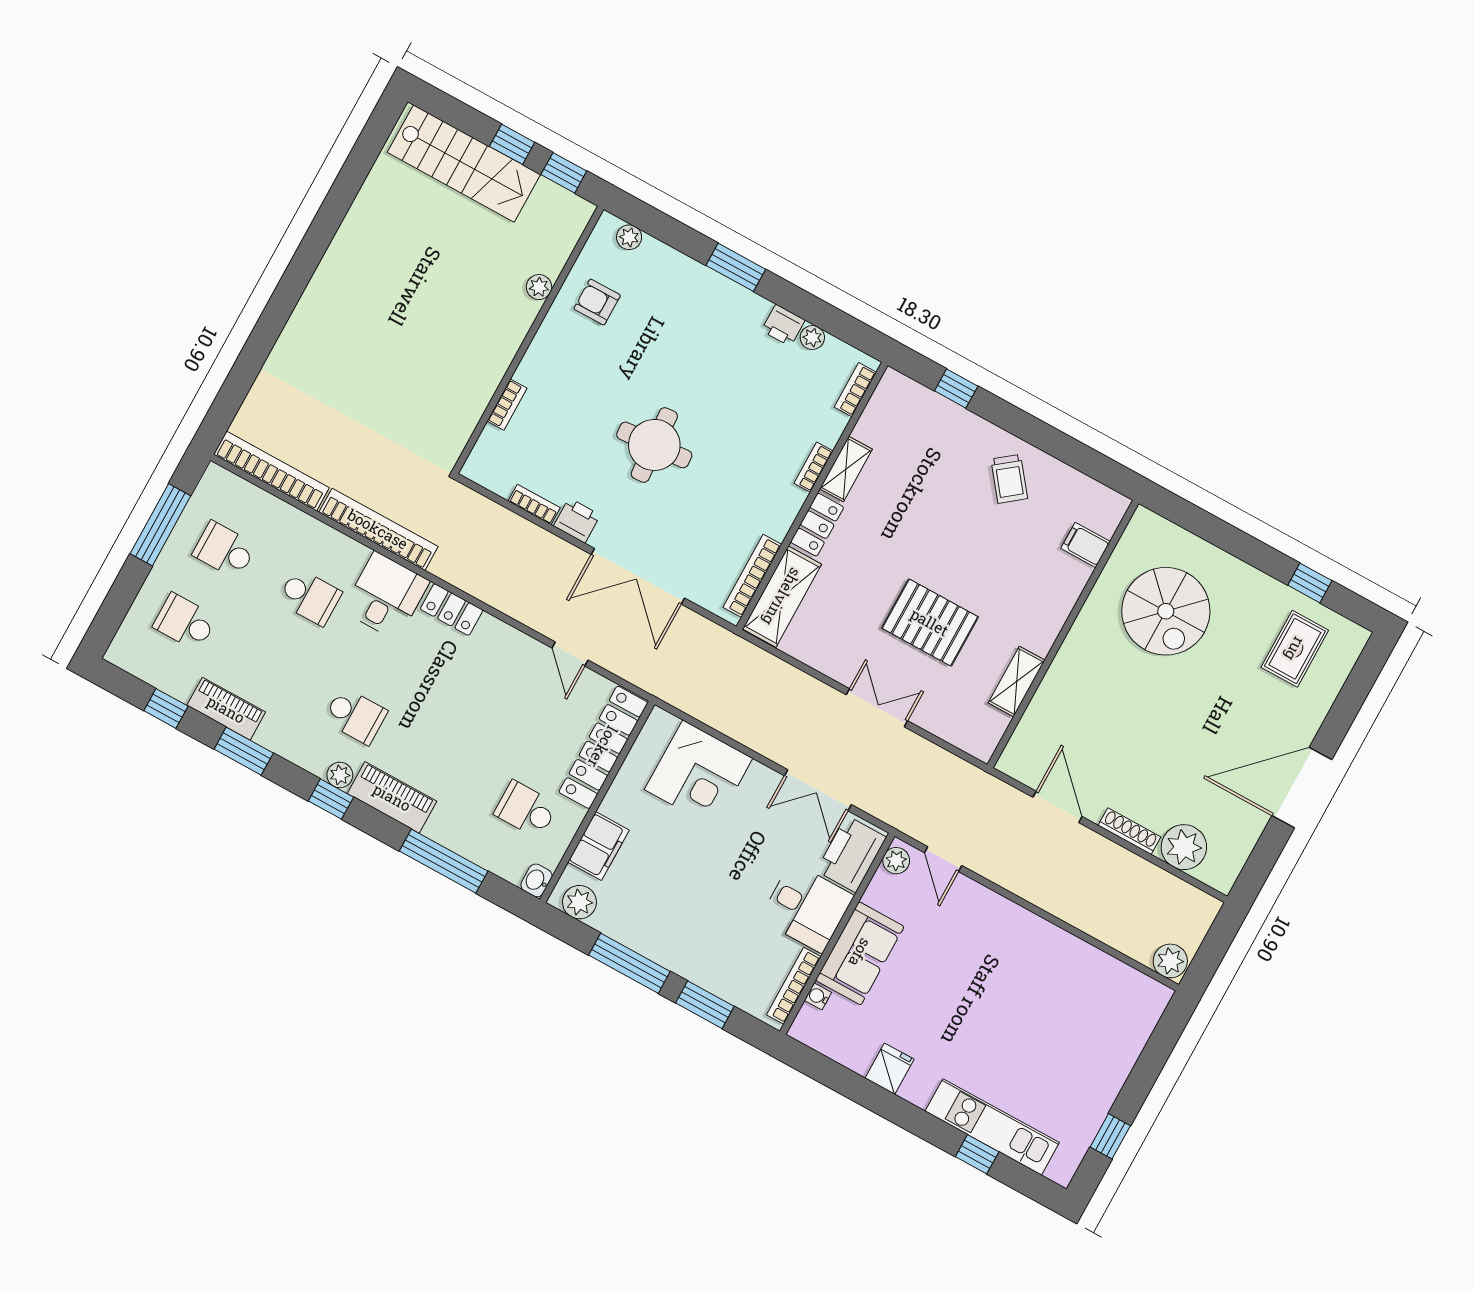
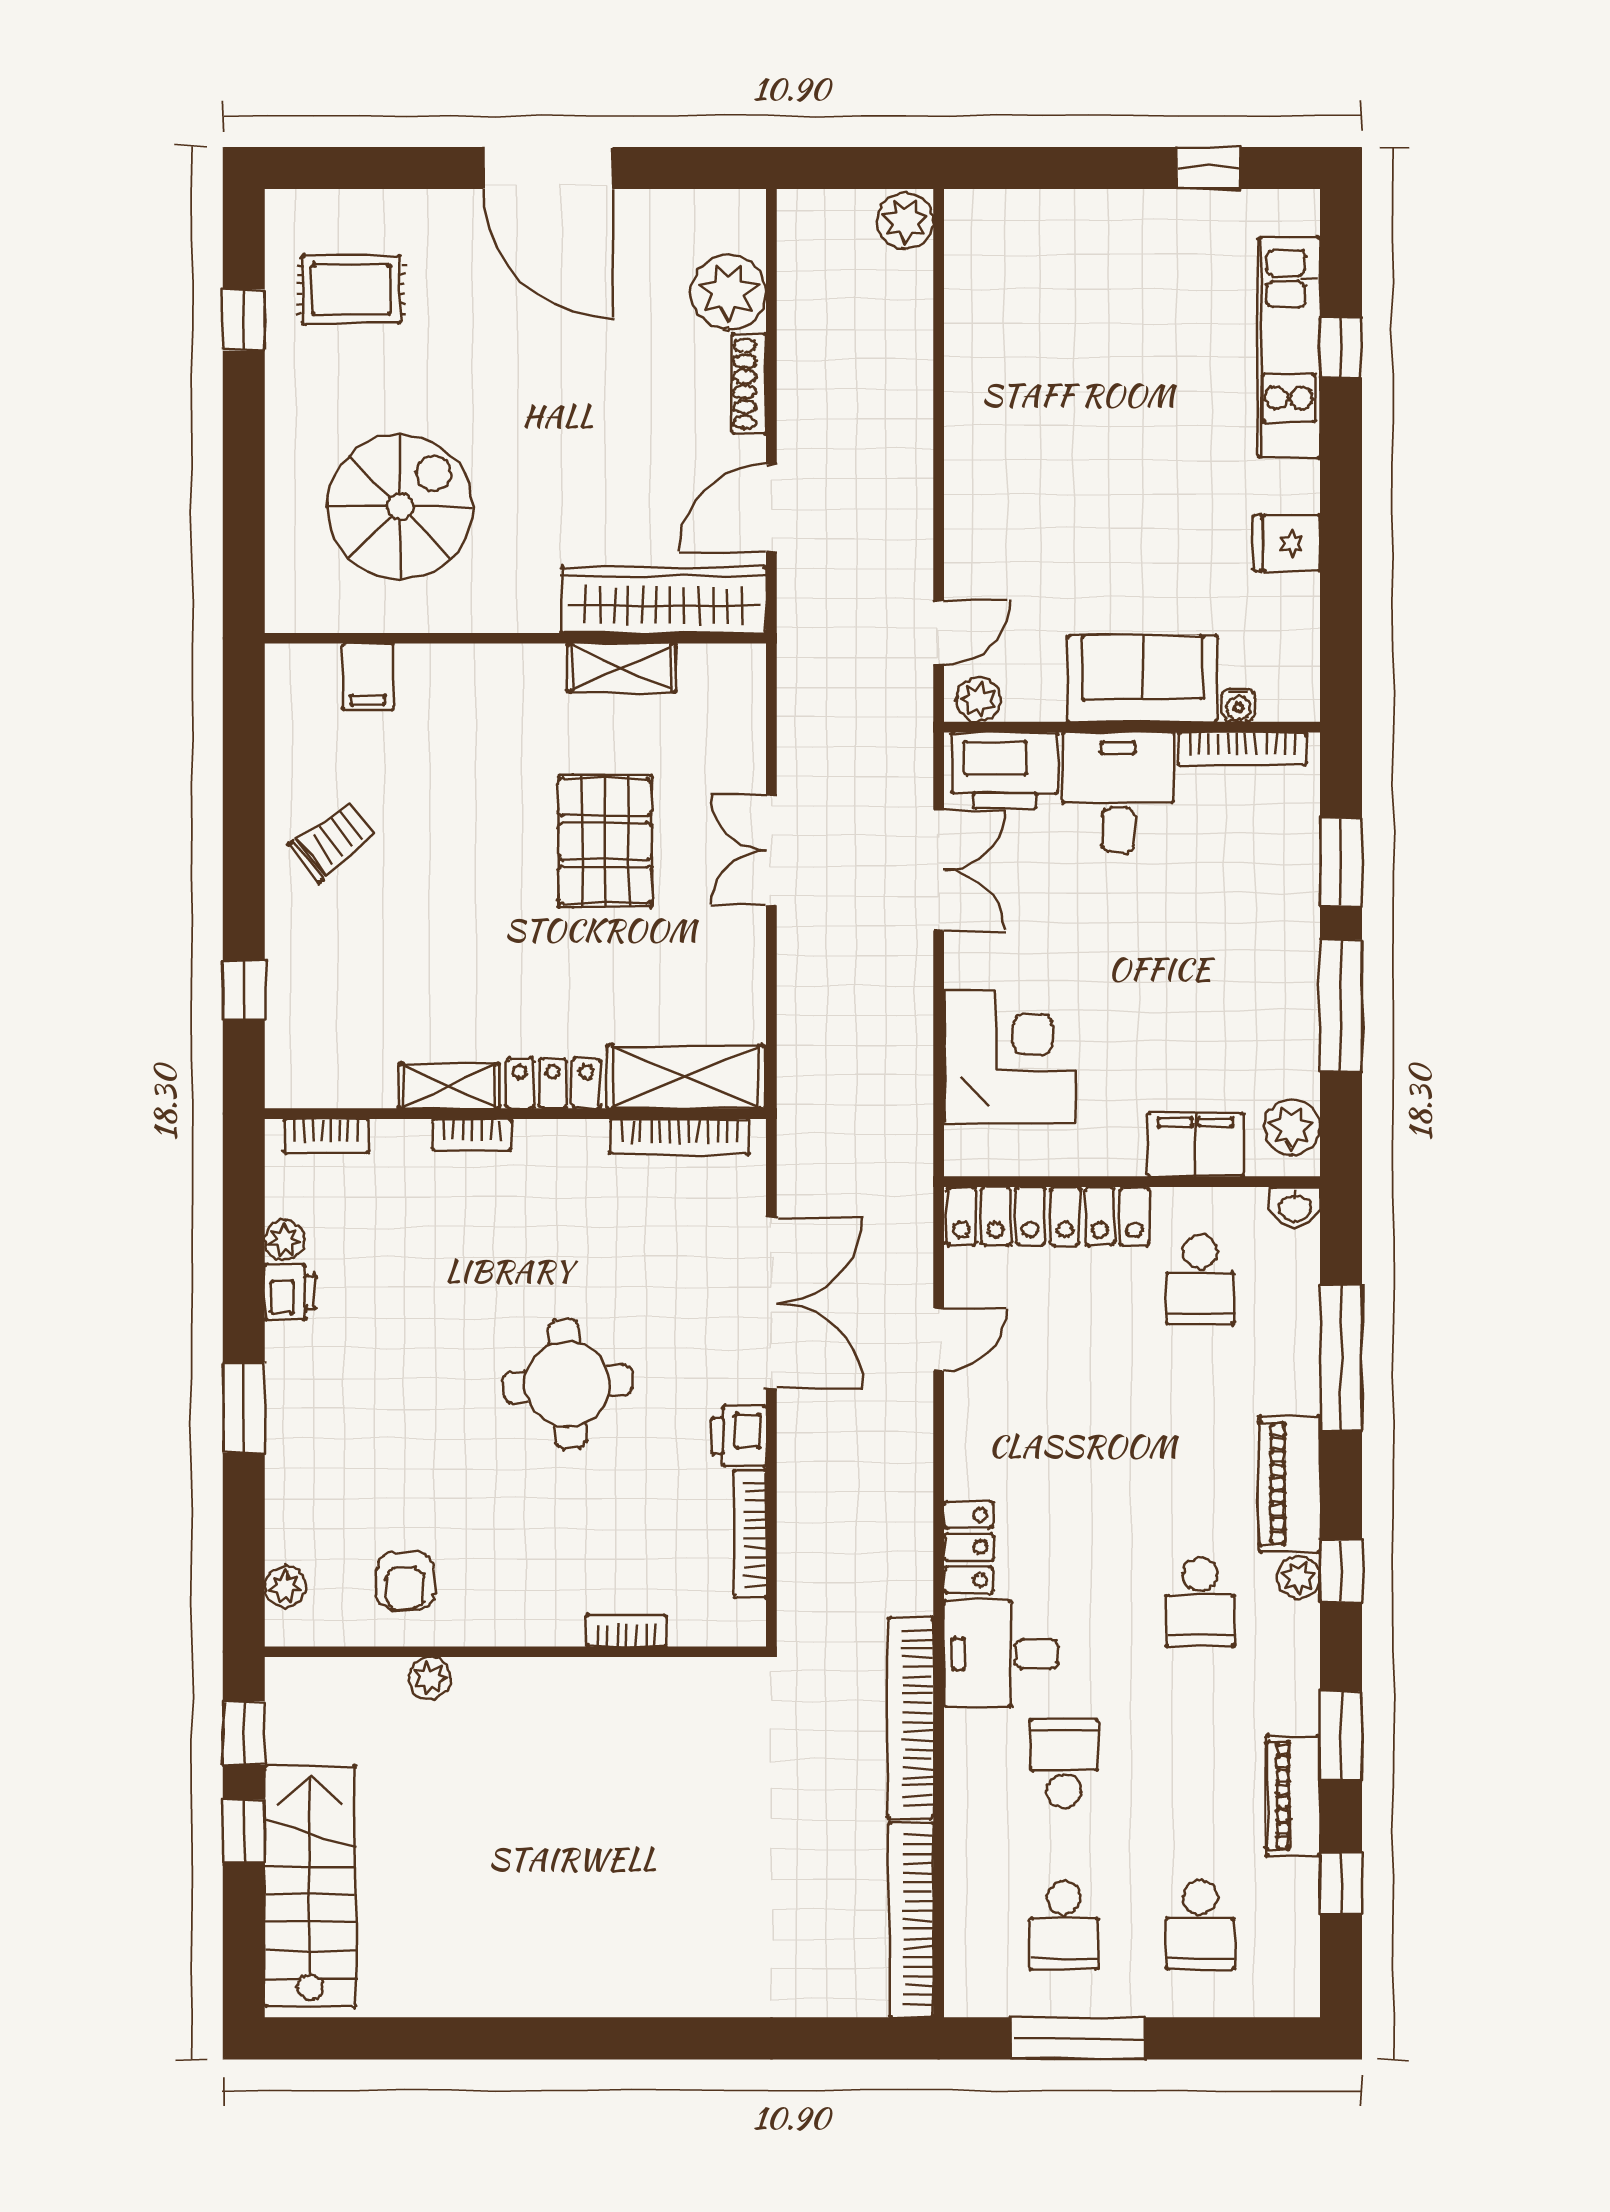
bookcase: (534, 505) -> (750, 1534), width x1.56
school desk: (355, 716) -> (1200, 1602), turned 180
wardrobe: (1040, 724) -> (664, 600), added

